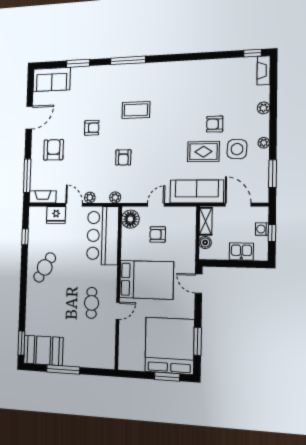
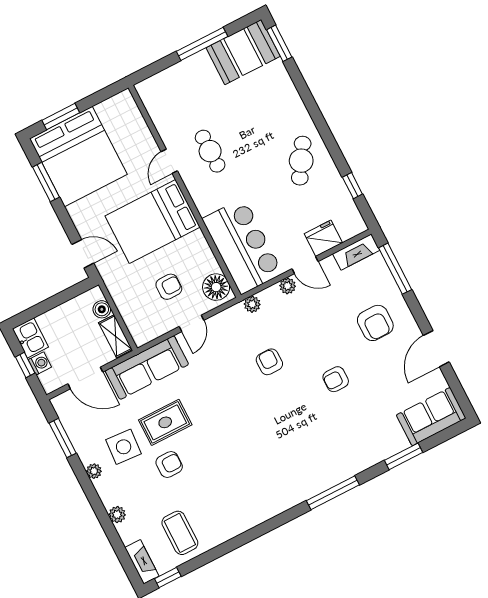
coffee table: (136, 110) -> (180, 533), moved, turned 90
kitchen sink: (241, 251) -> (30, 338), moved, turned -90

